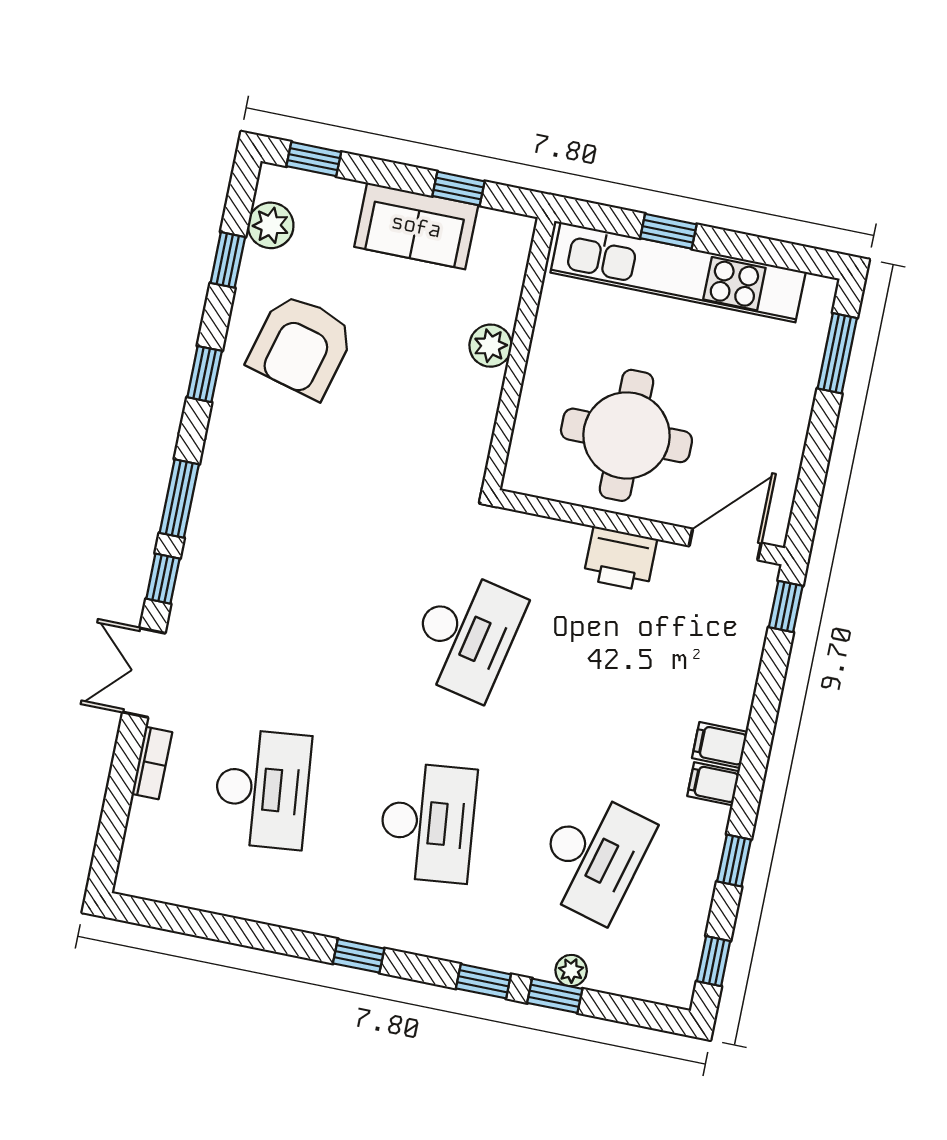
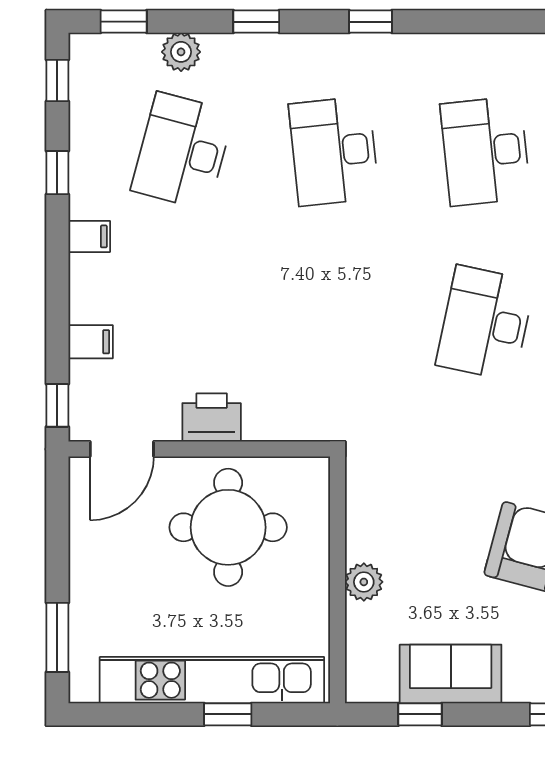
desk: (466, 635) -> (485, 323), moved
filing cabinet: (720, 745) -> (91, 342), moved
plant: (571, 971) -> (181, 52), width x1.38, depth x1.38
window: (555, 996) -> (124, 22), moved

